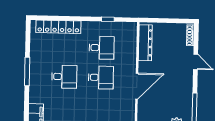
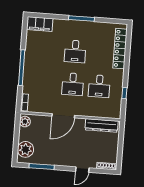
door: (137, 86) -> (63, 116), hinge flipped

